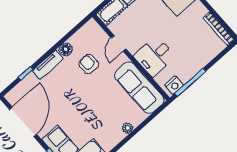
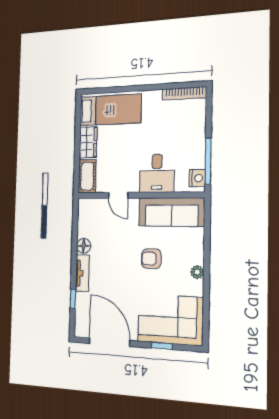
armchair: (89, 64) -> (151, 259), moved
plant: (128, 128) -> (197, 272), moved

